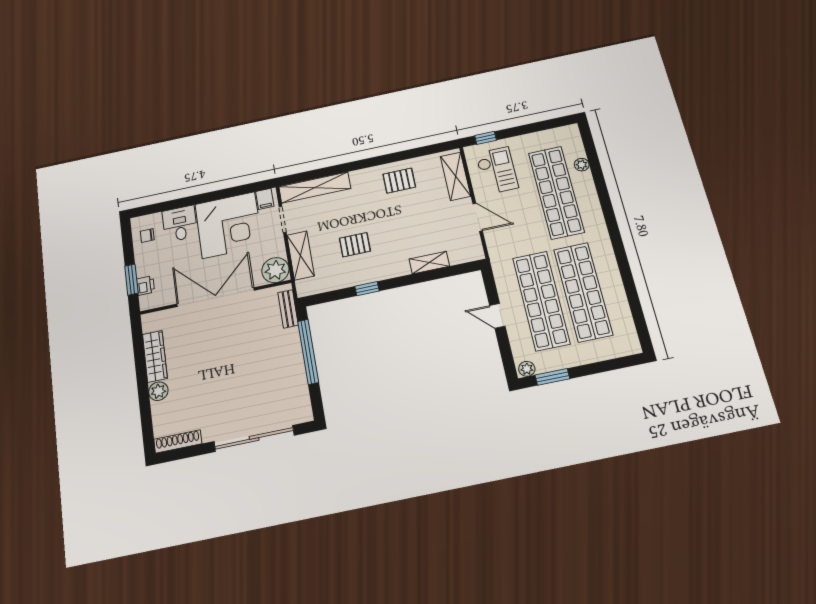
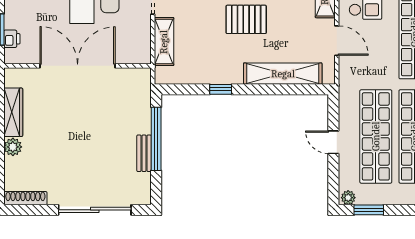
pallet: (355, 245) -> (246, 19), moved, width x1.50, depth x1.42
shelving: (429, 263) -> (283, 74), width x2.20, depth x1.33
plant: (275, 270) -> (138, 51), removed
bench: (288, 309) -> (144, 153), moved

